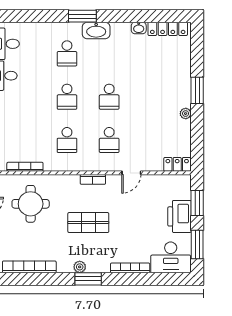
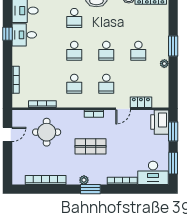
school desk: (151, 97) -> (138, 51), added
locker: (177, 164) -> (141, 102), moved
printer: (179, 216) -> (160, 122), moved

